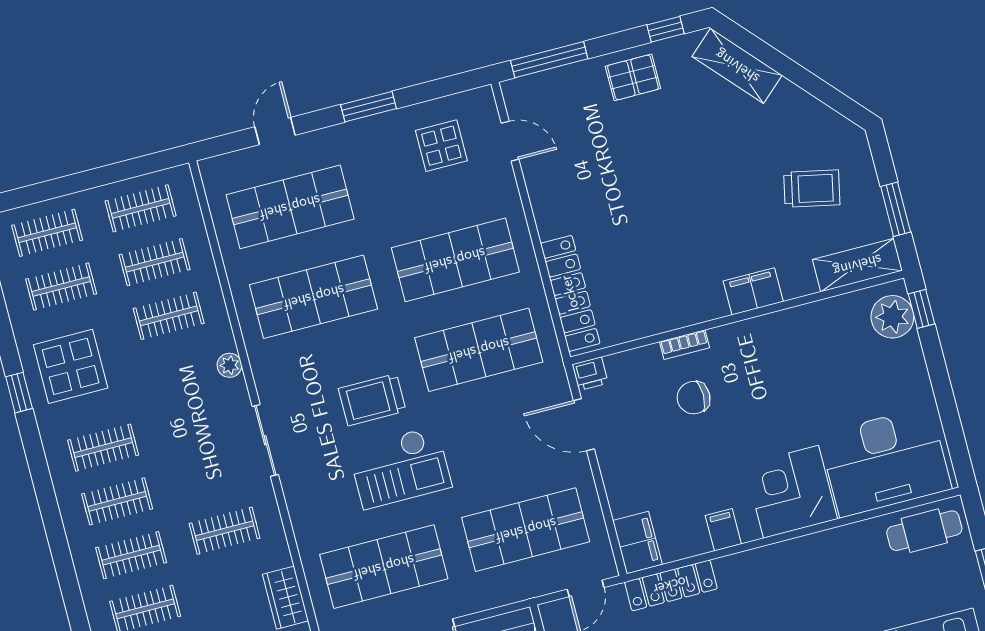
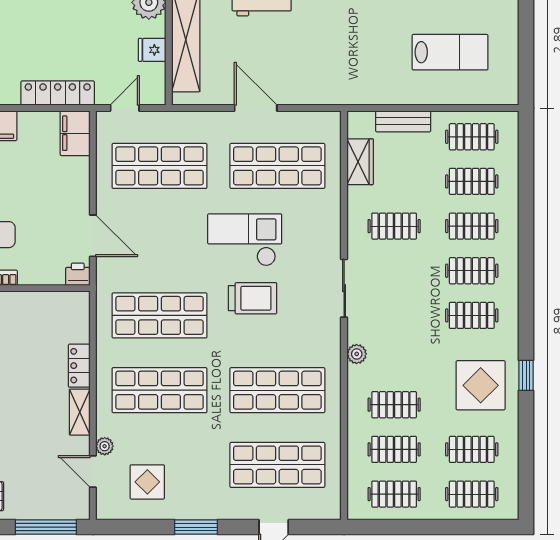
plant: (504, 175) -> (105, 446), added
shelving: (545, 209) -> (80, 412), added
locker: (570, 293) -> (79, 366), width x0.46, depth x0.83

